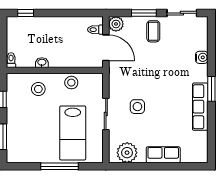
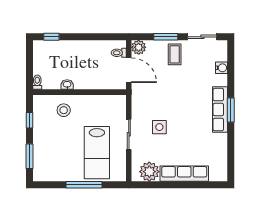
water cooler: (202, 57) -> (222, 68), moved
stool: (71, 83) -> (95, 104), removed
row of seats: (200, 107) -> (220, 110), moved
row of seats: (163, 155) -> (184, 174), width x1.48

